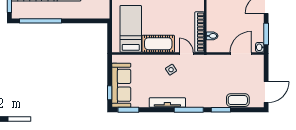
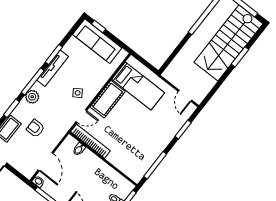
armchair: (222, 80) -> (35, 128), added
plant: (200, 101) -> (32, 97), added
window: (128, 110) -> (54, 55), moved

